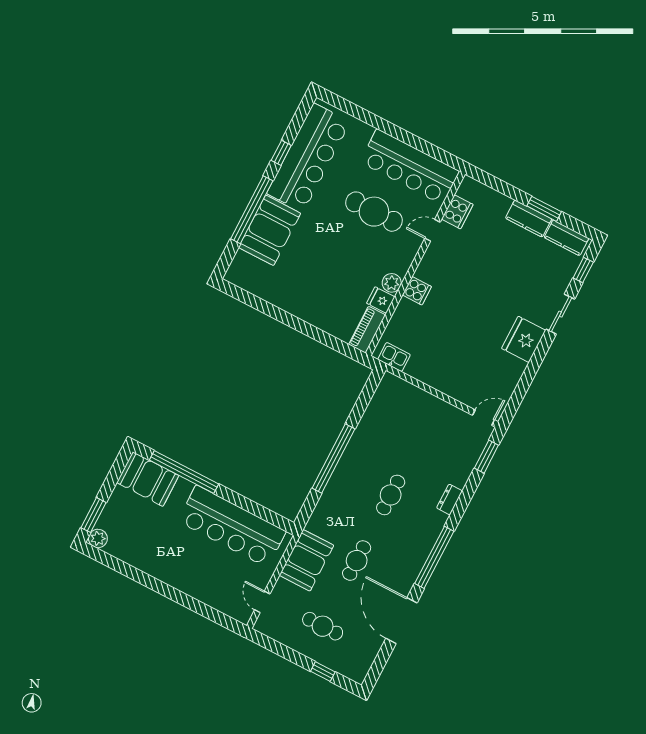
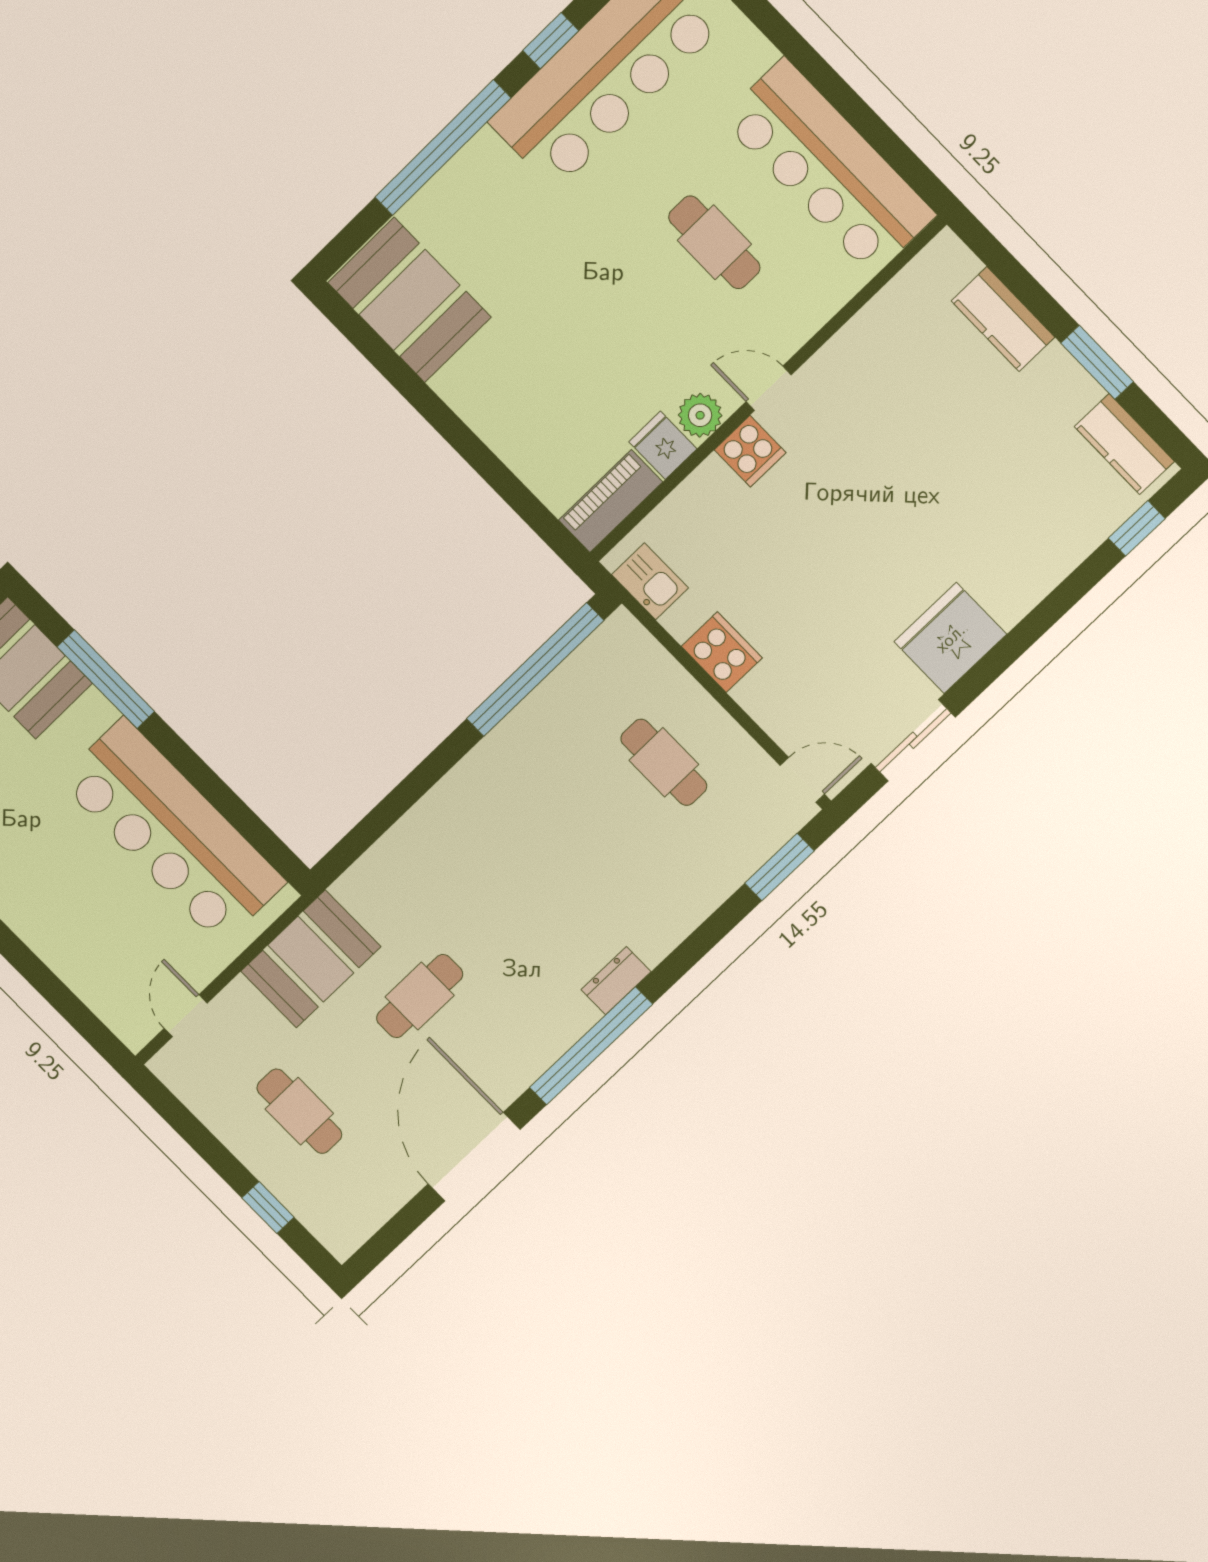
cafe table: (374, 212) -> (714, 242), width x0.73, depth x0.74
cooker: (457, 212) -> (722, 652), moved, turned -90
kitchen counter: (529, 219) -> (1003, 319), moved
booth: (270, 230) -> (409, 300), moved, turned 90
door: (433, 230) -> (769, 388), moved
sliding door: (560, 314) -> (913, 740), moved
window: (334, 458) -> (535, 670), moved
window: (184, 472) -> (106, 679), width x0.68
cafe table: (391, 495) -> (664, 762), moved, turned 90
dresser: (449, 499) -> (616, 981), moved

